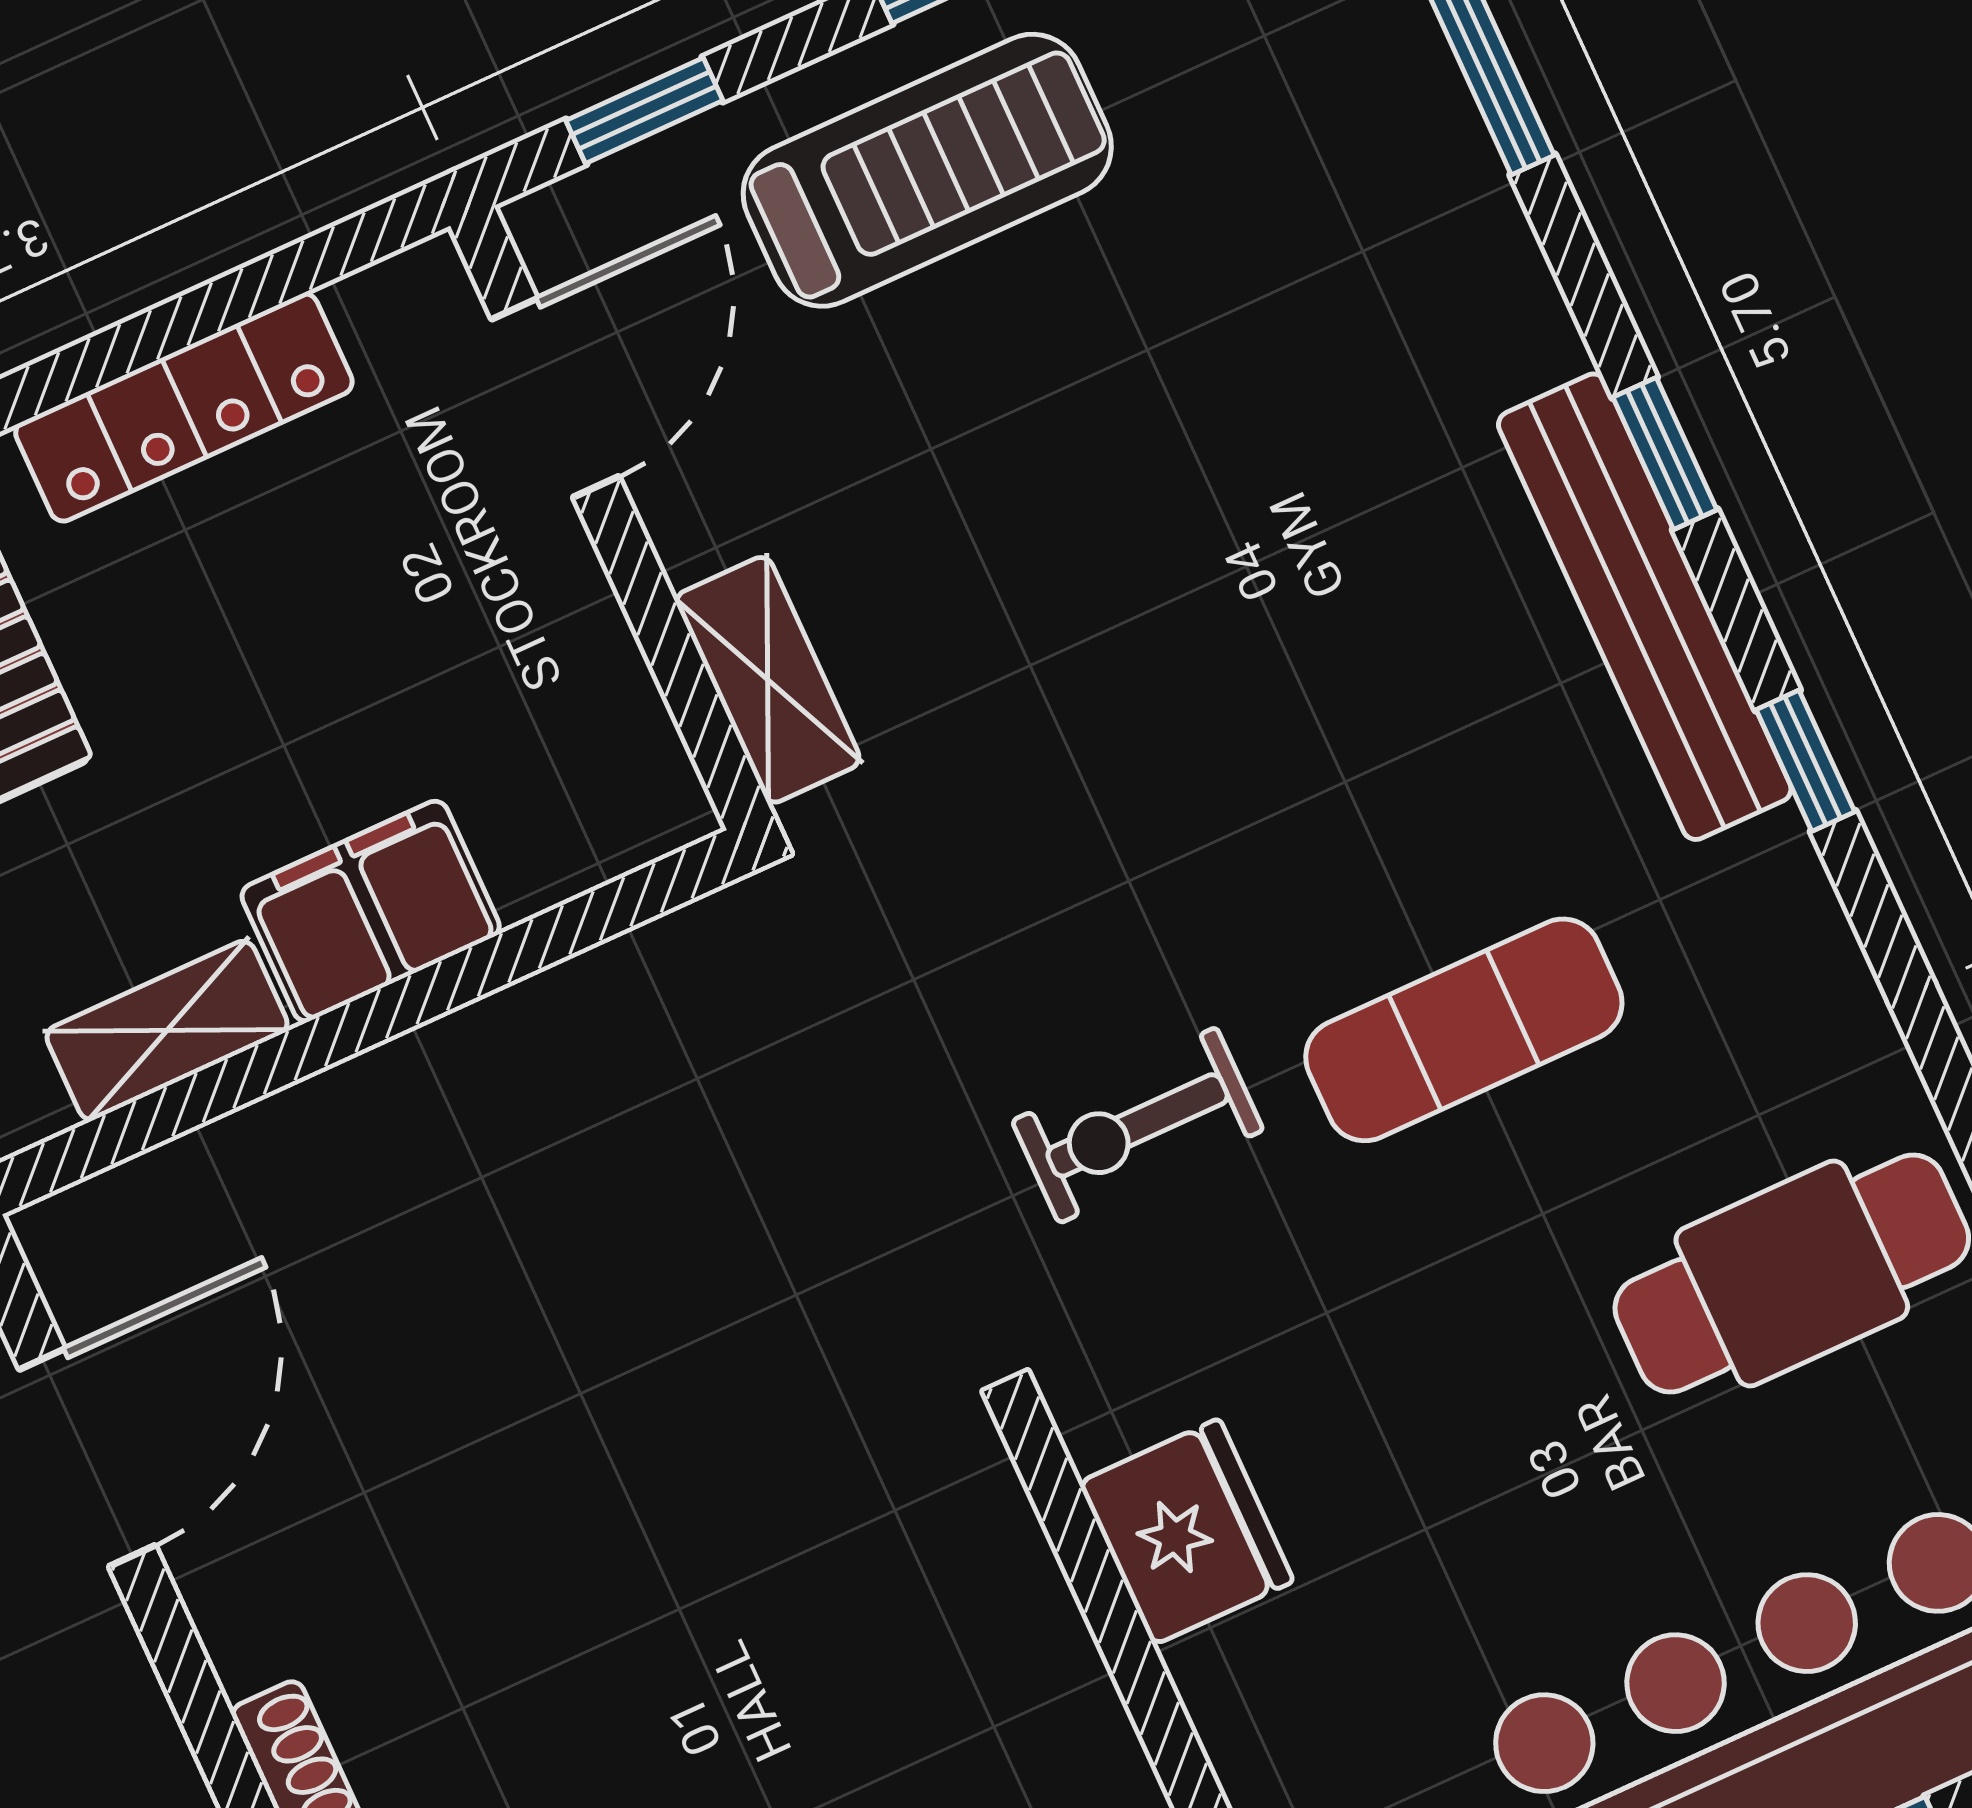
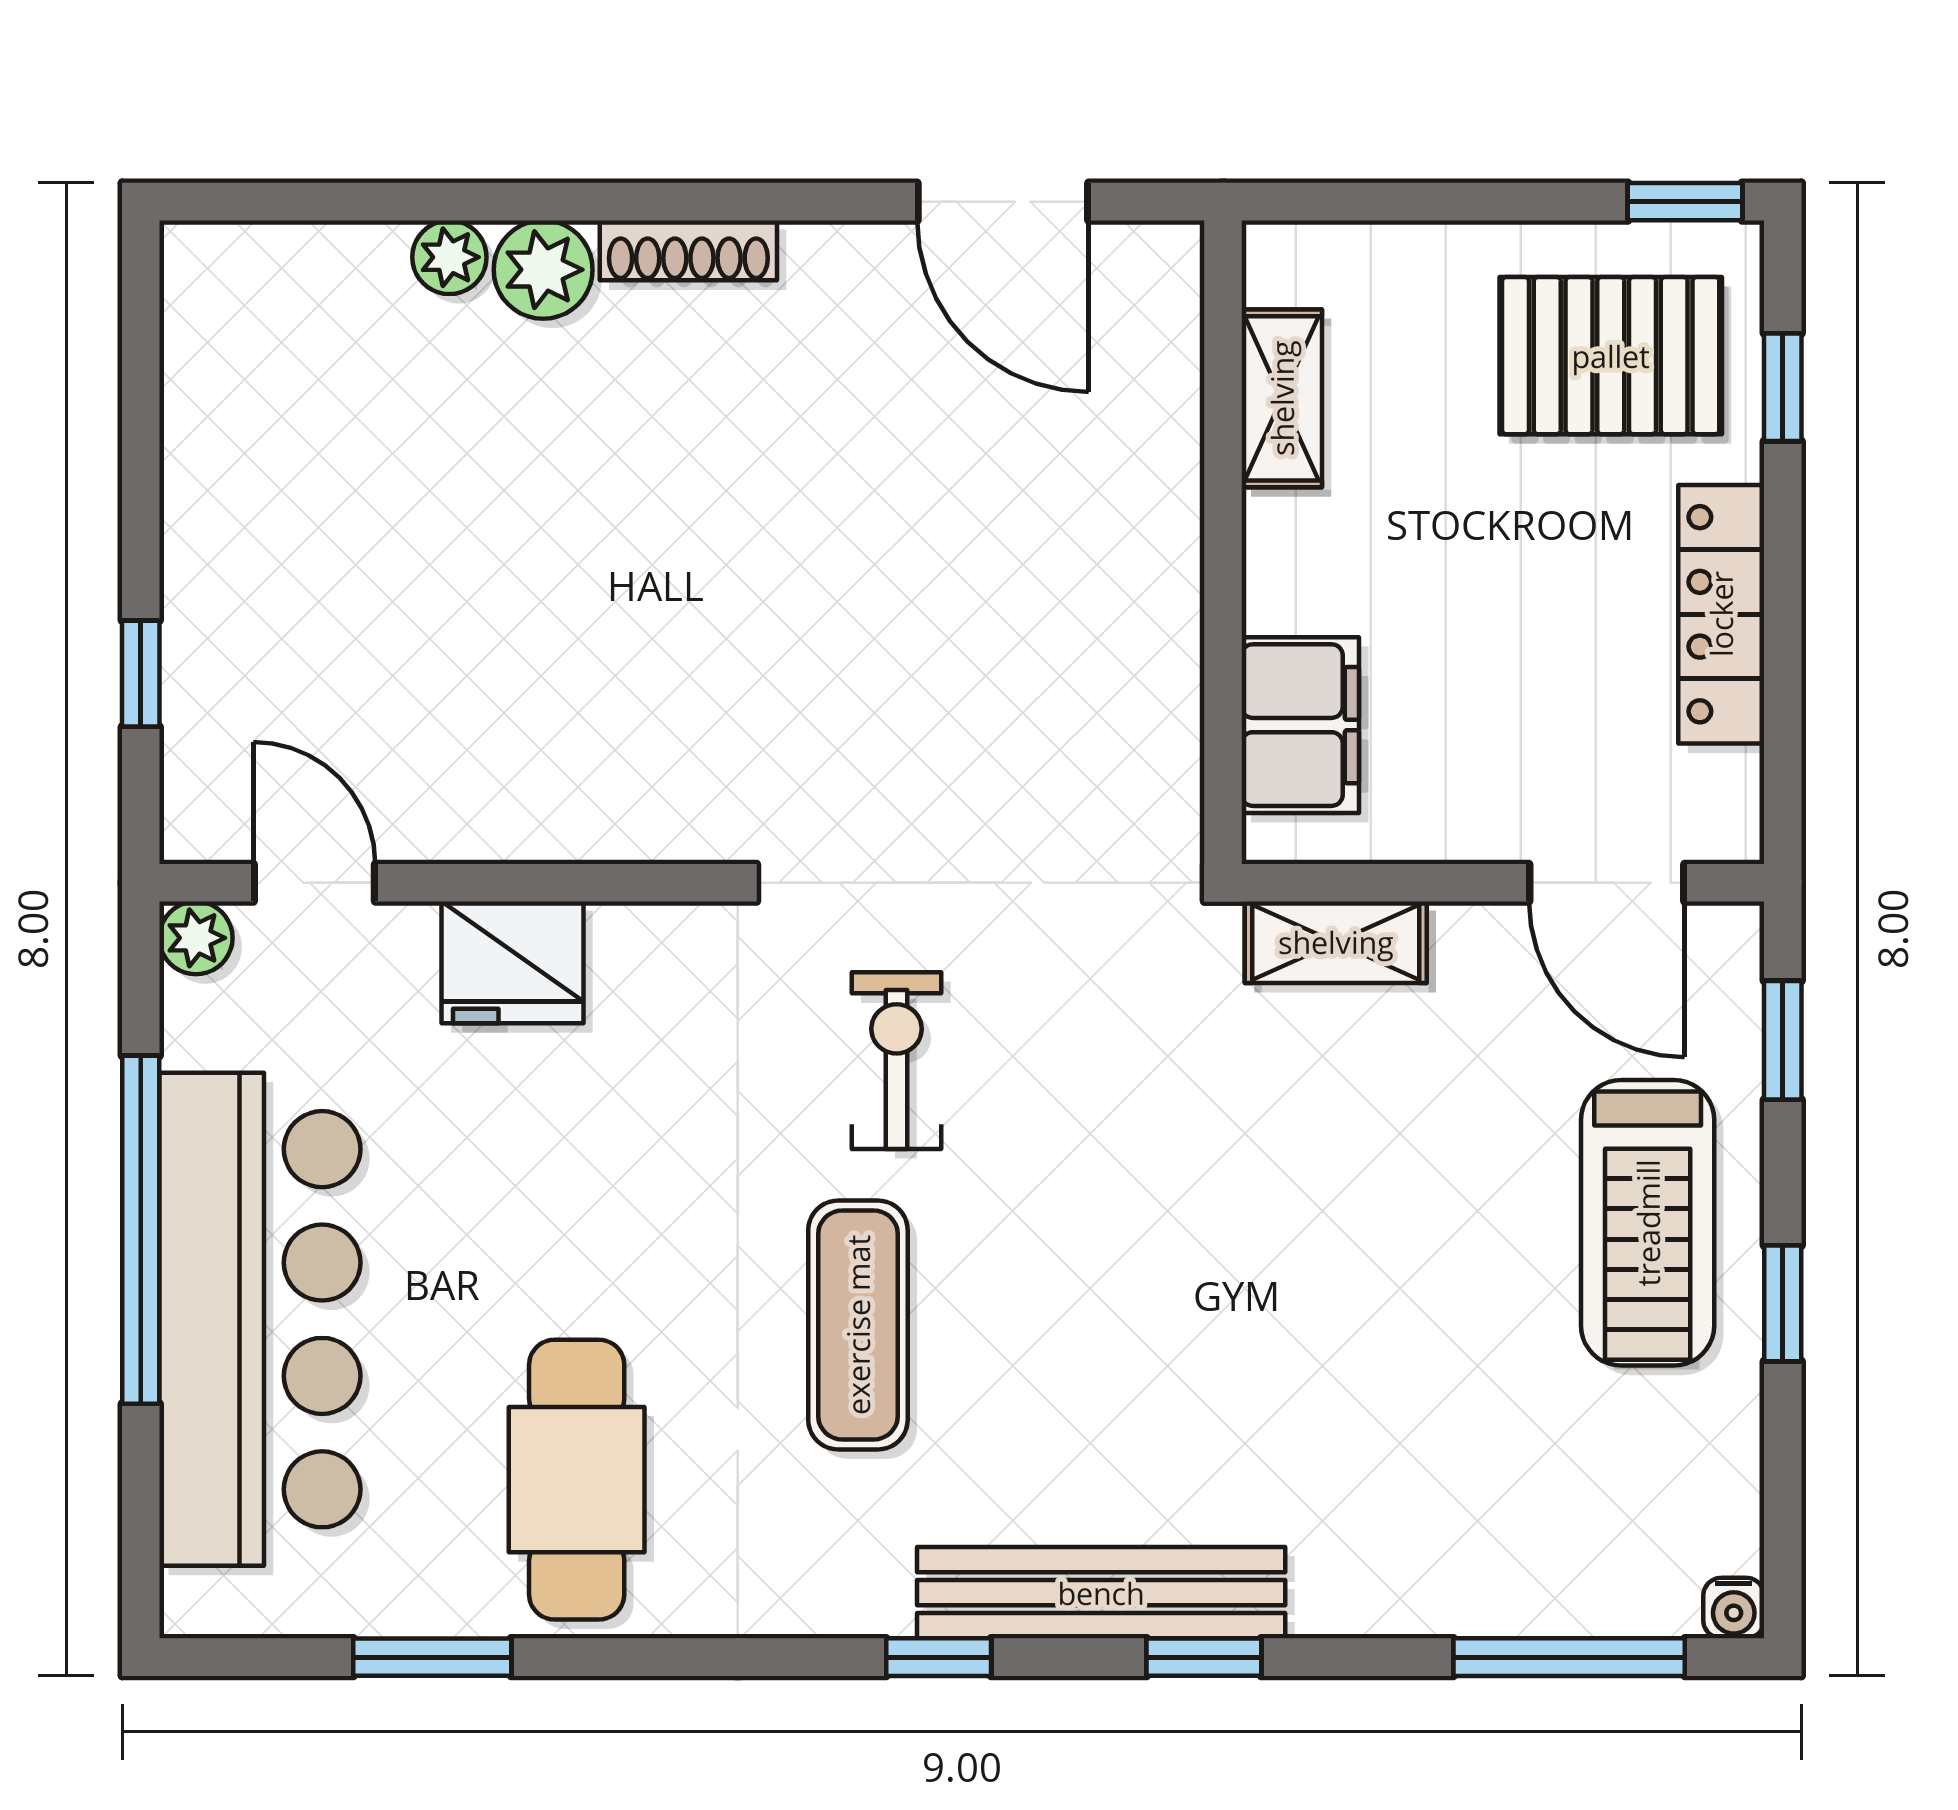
filing cabinet: (371, 911) -> (1300, 725), moved
fridge: (1186, 1532) -> (513, 962), moved

